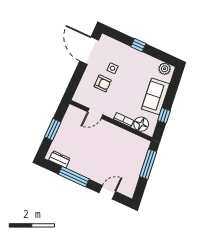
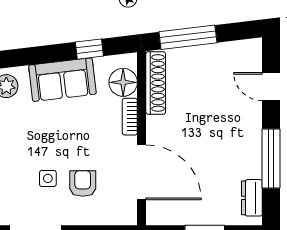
door: (95, 113) -> (142, 172), width x1.88
shoe rack: (134, 139) -> (156, 83), added

